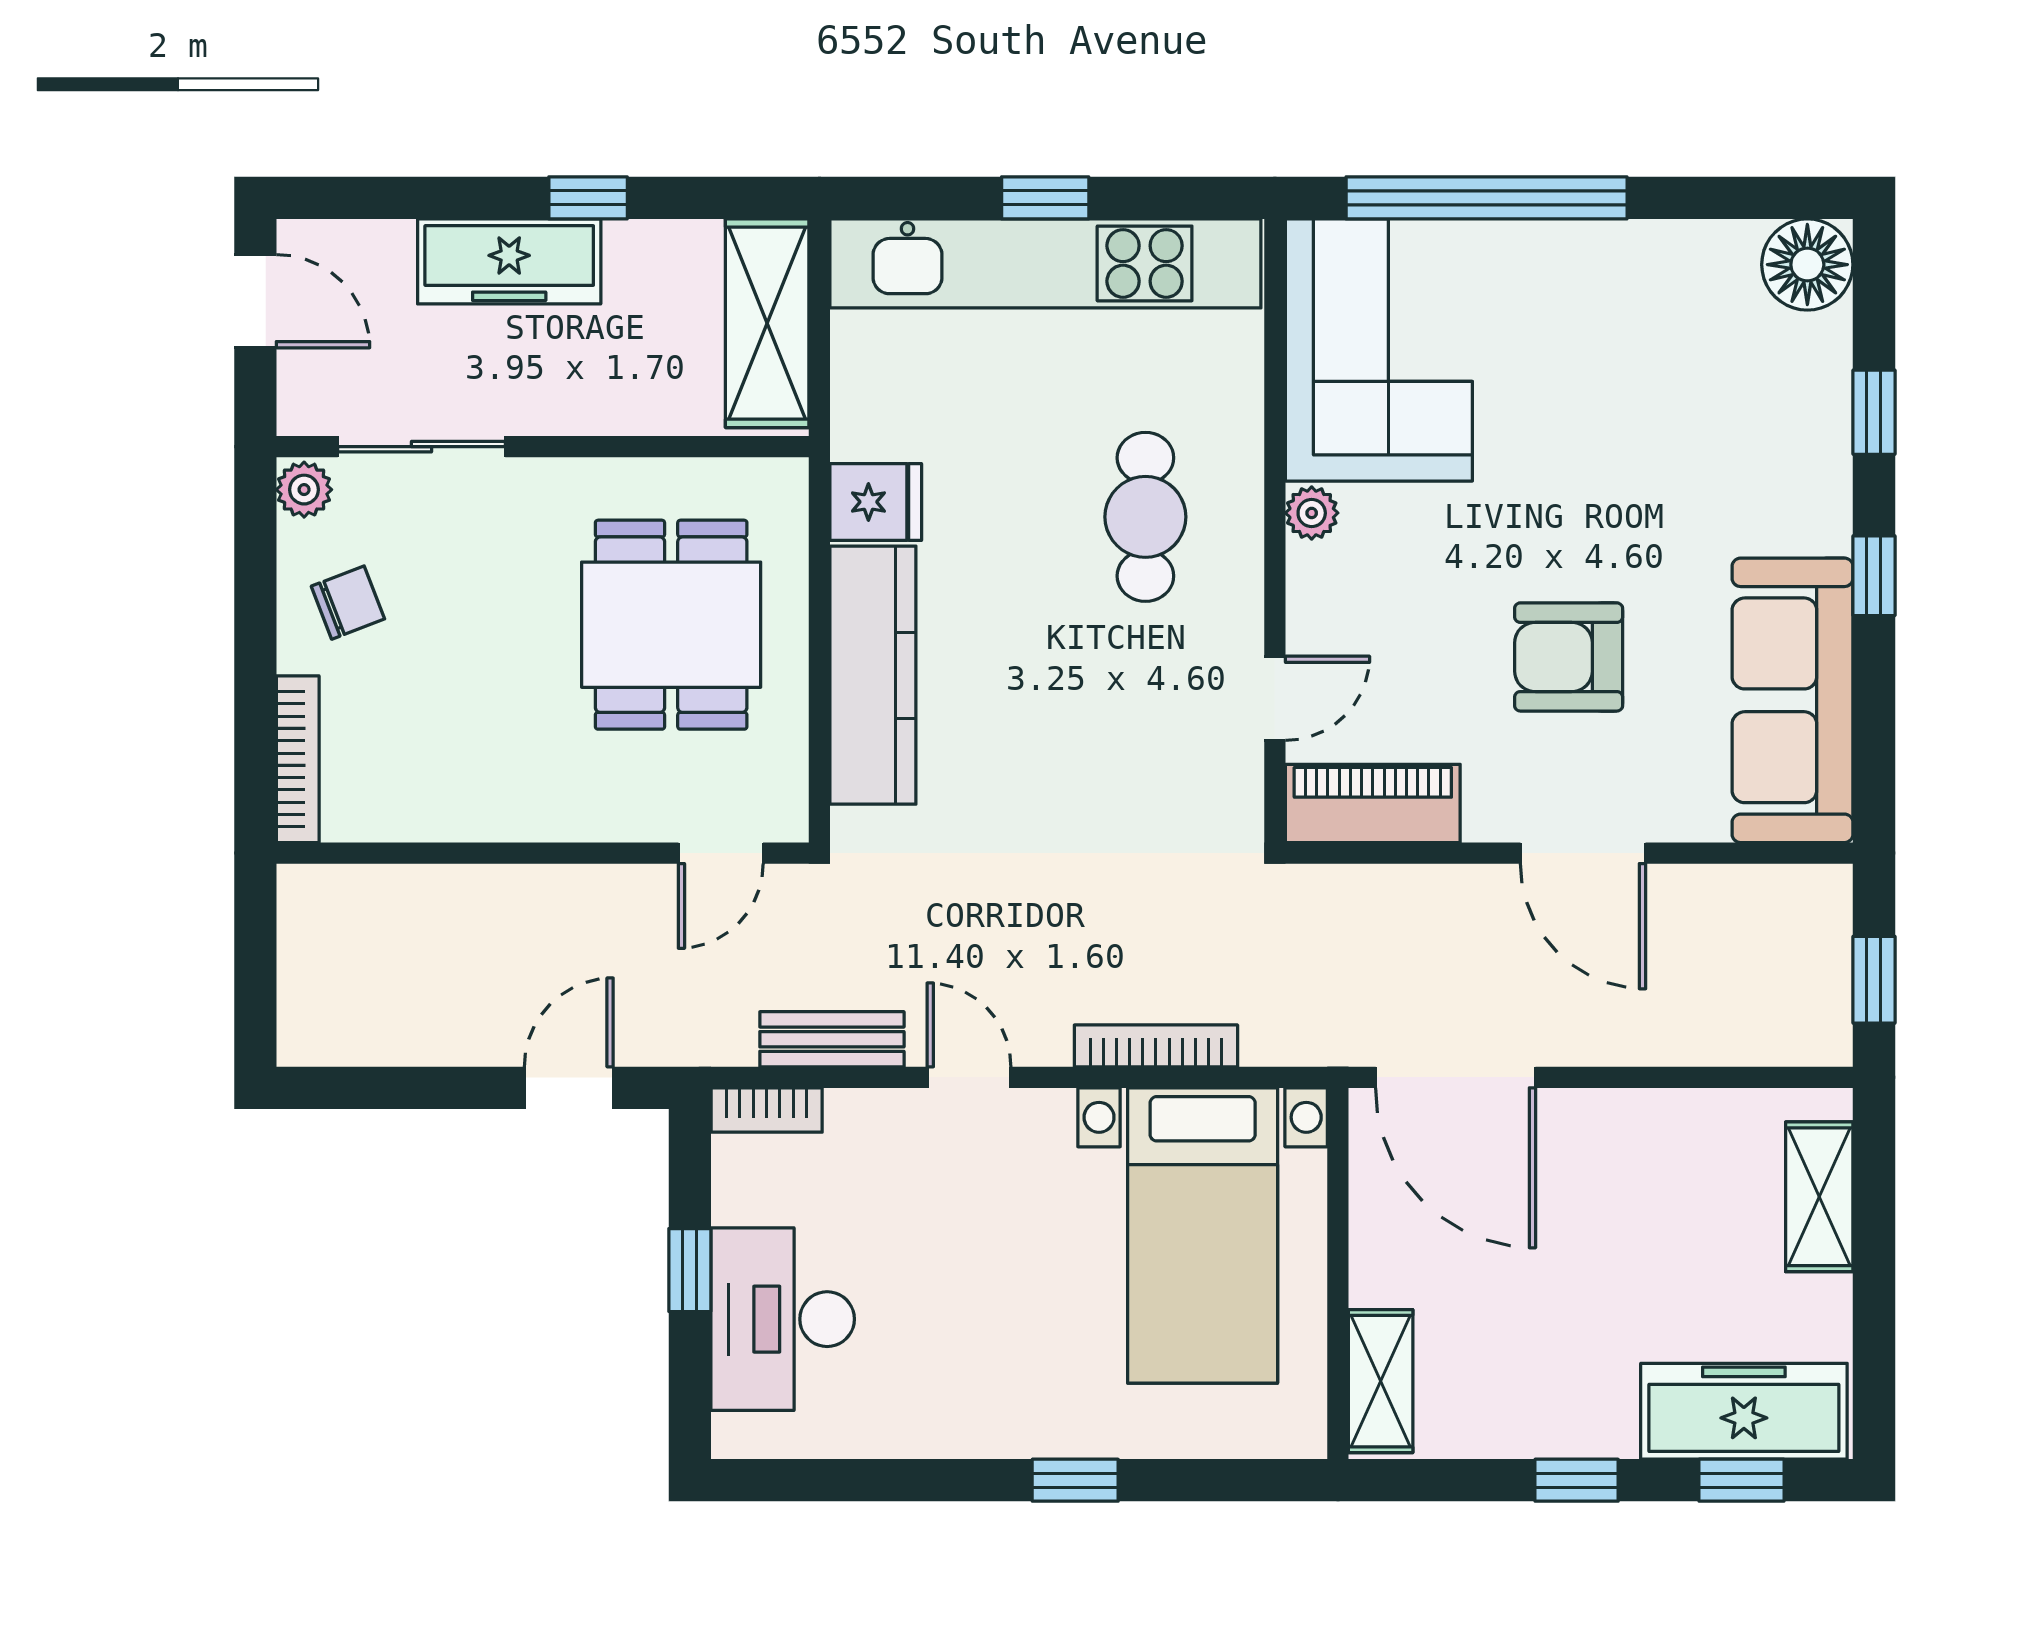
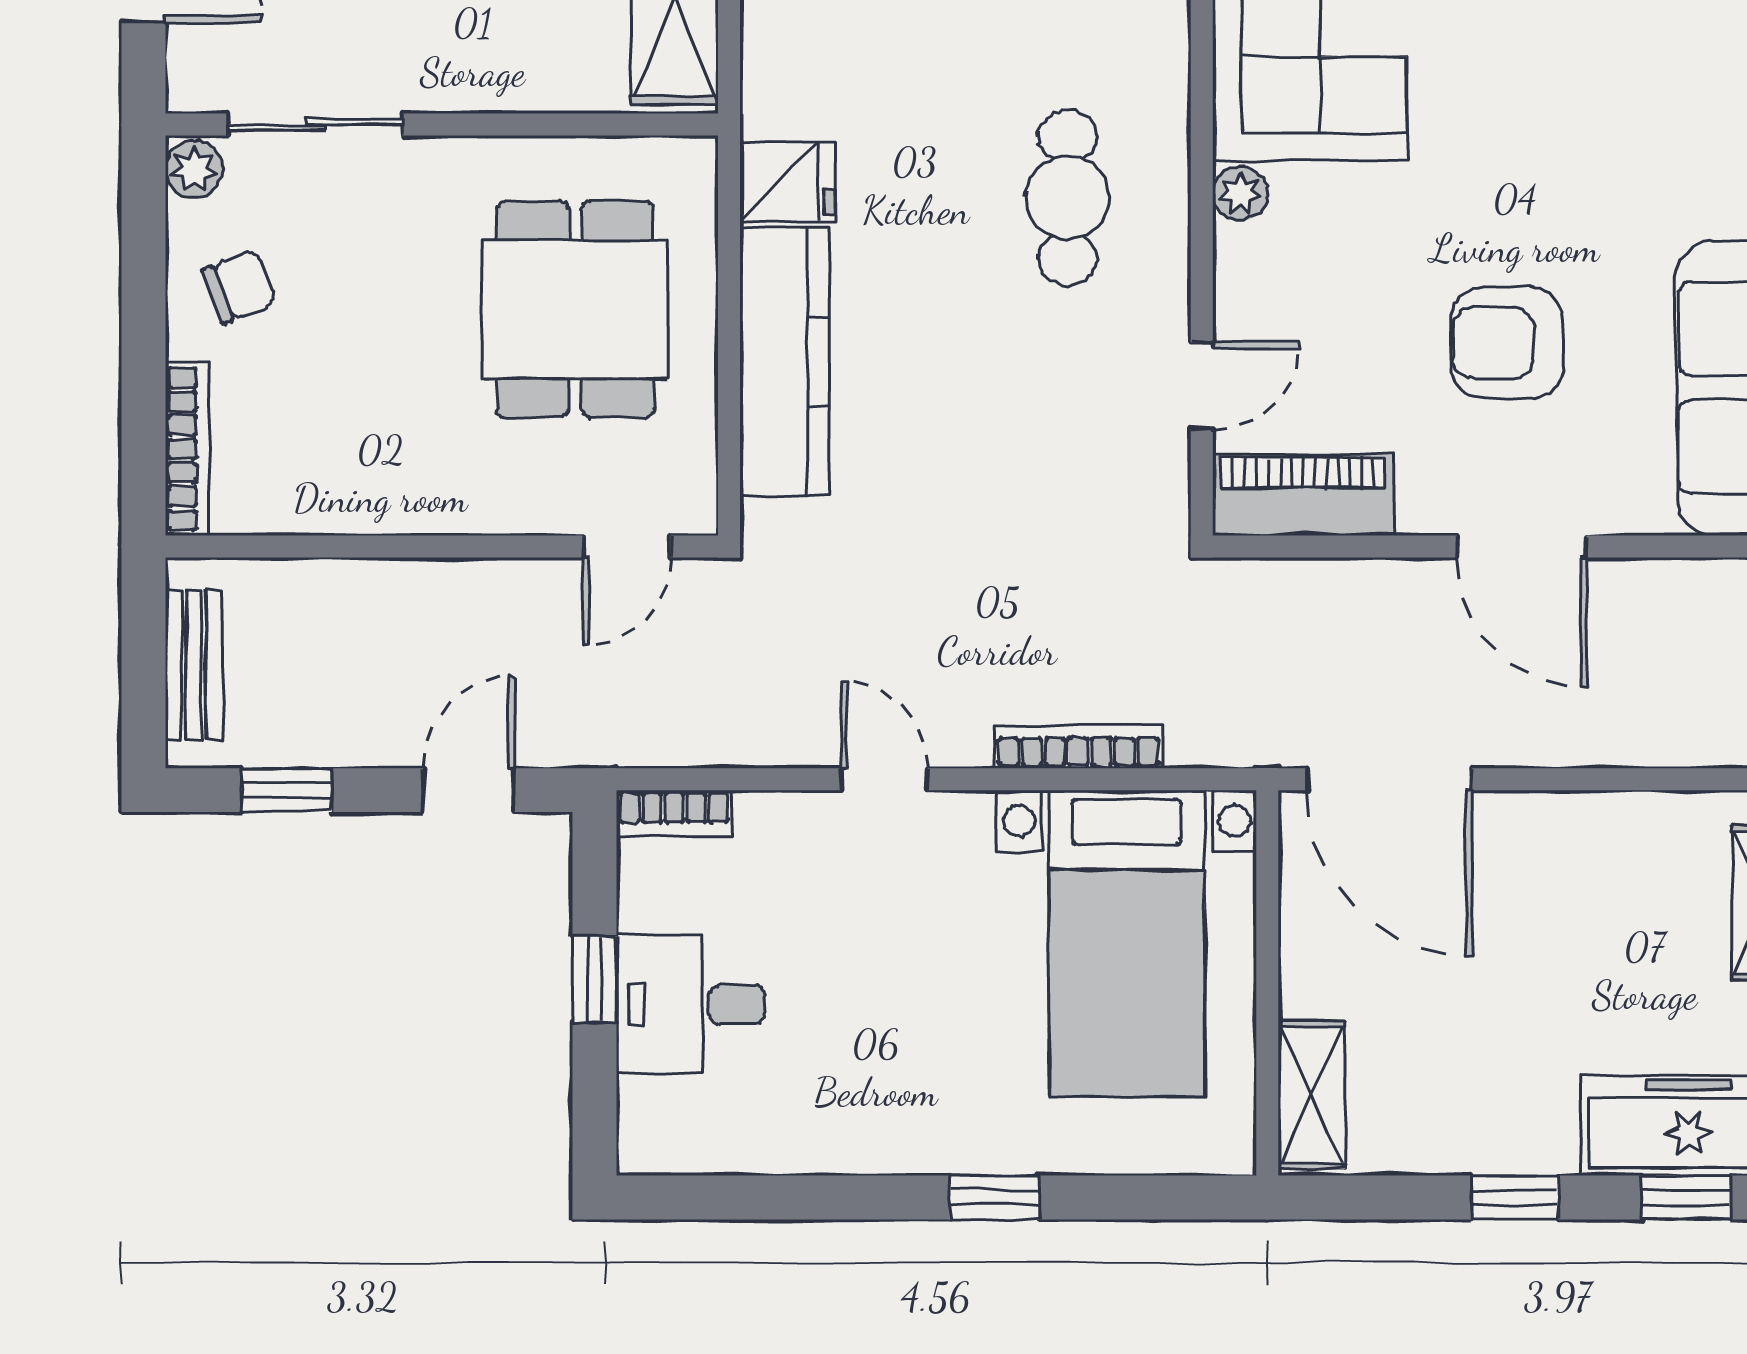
bench: (832, 1039) -> (194, 665), moved, turned 90
window: (393, 1088) -> (287, 790), added
desk: (783, 1319) -> (691, 1005), width x0.73

